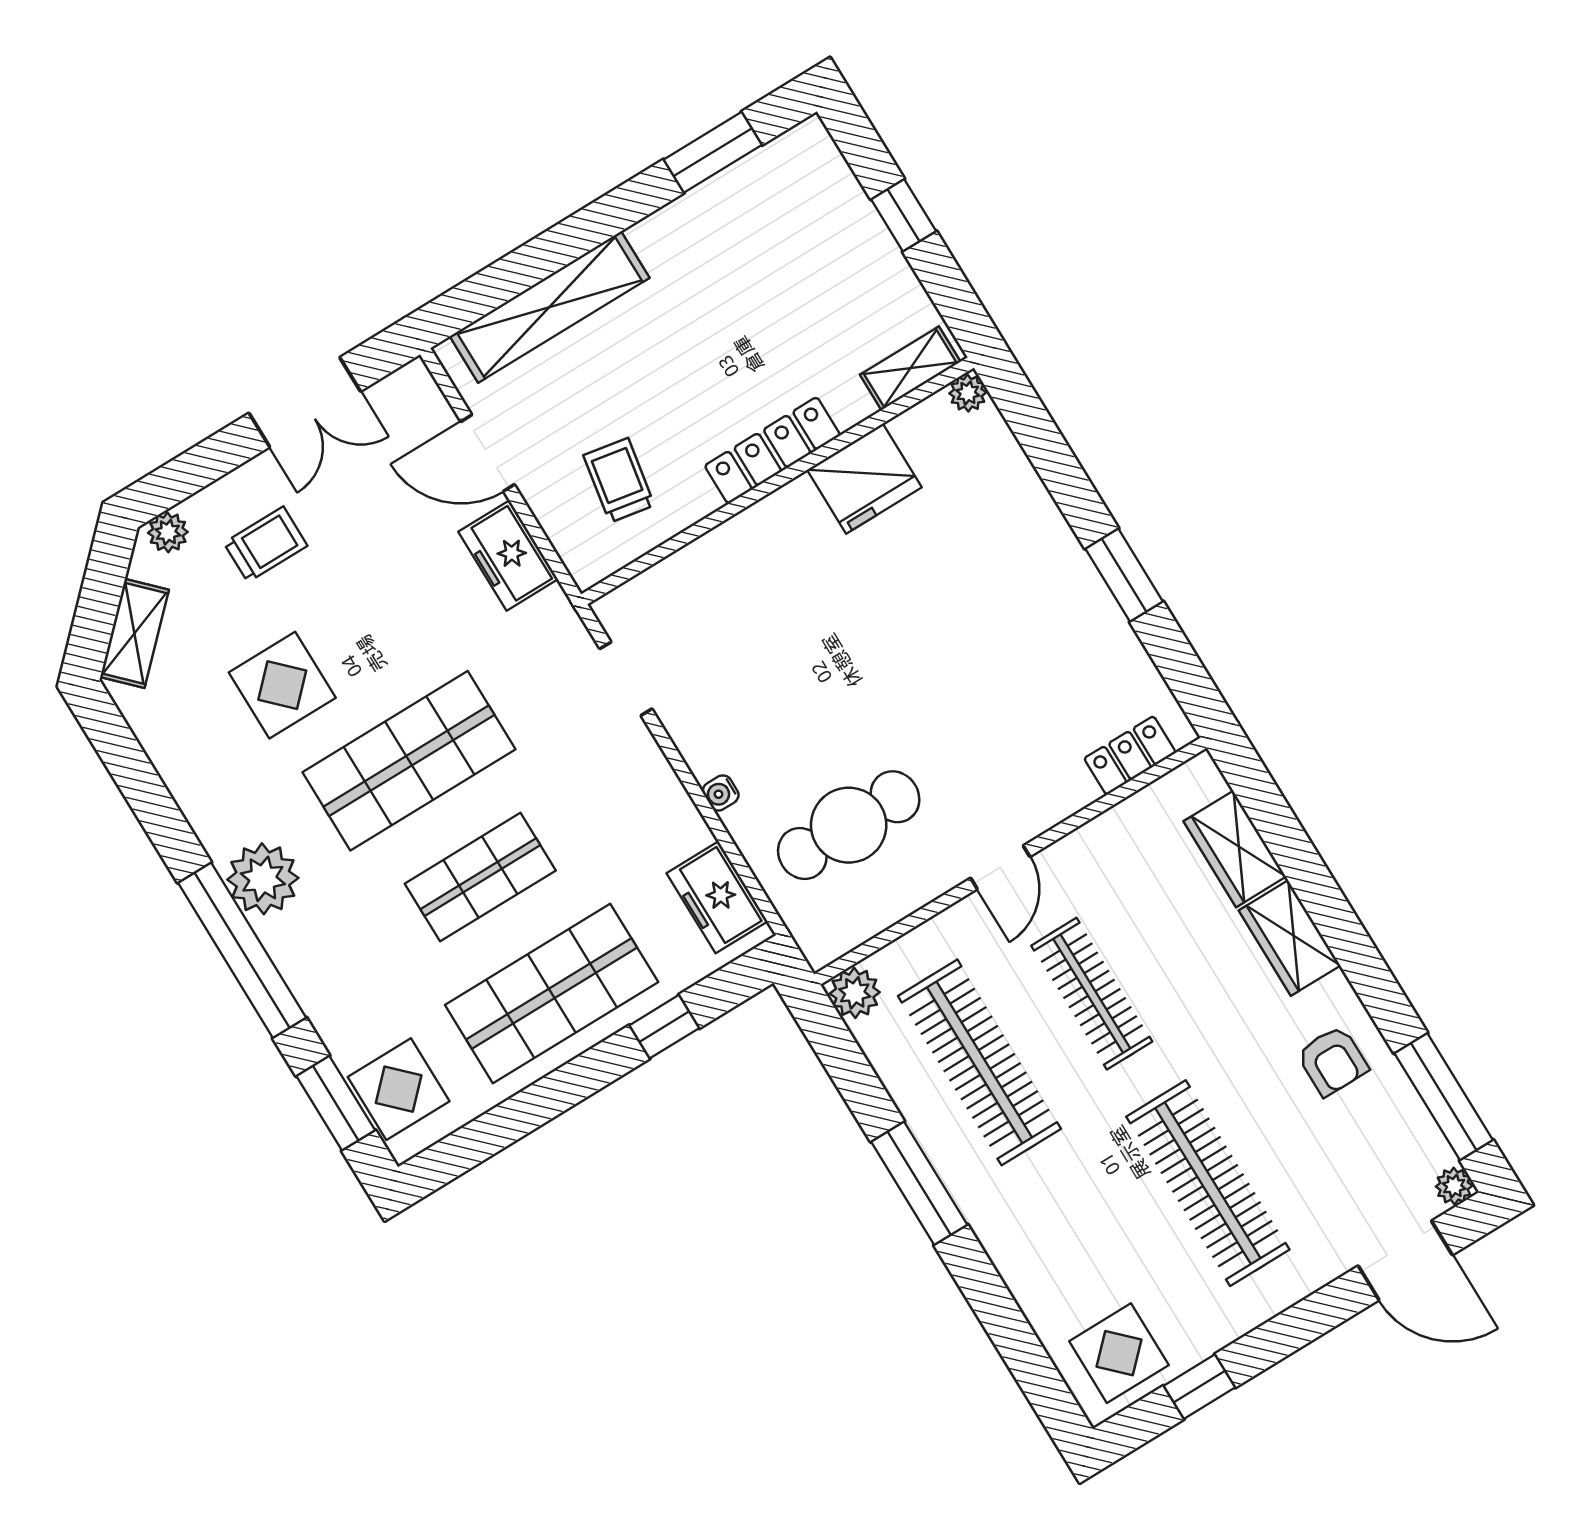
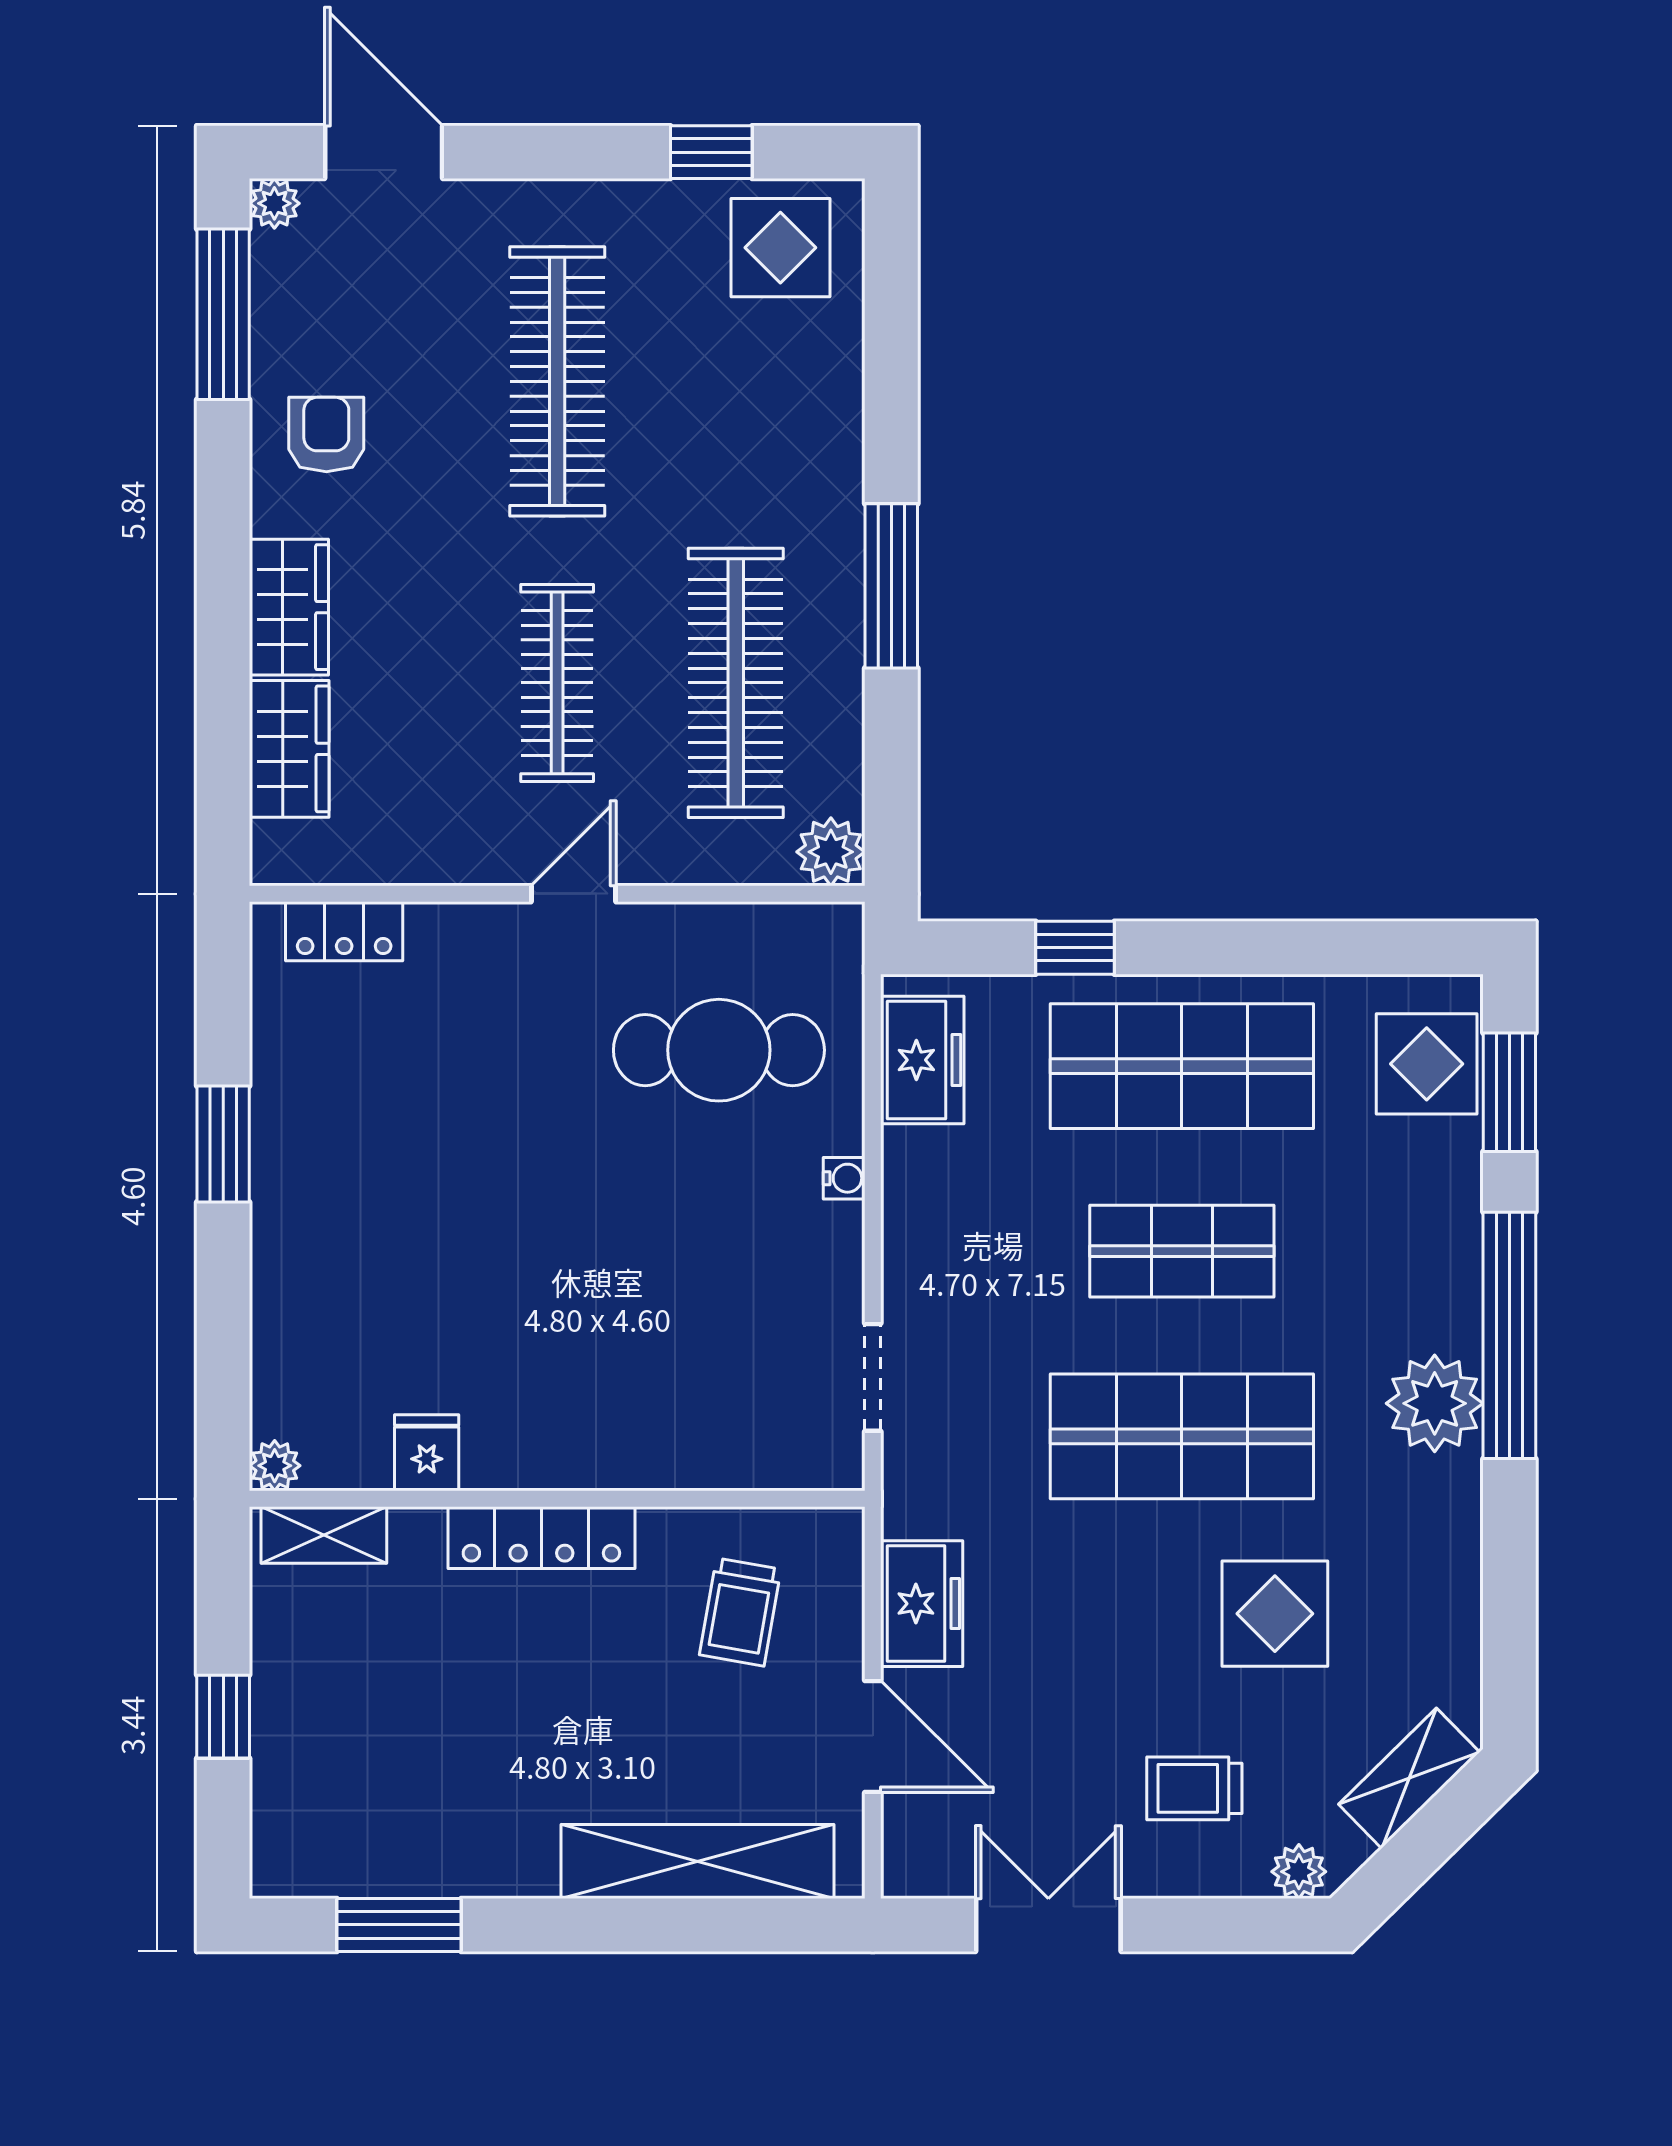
fridge: (864, 479) -> (427, 1453), width x0.53, depth x0.75

